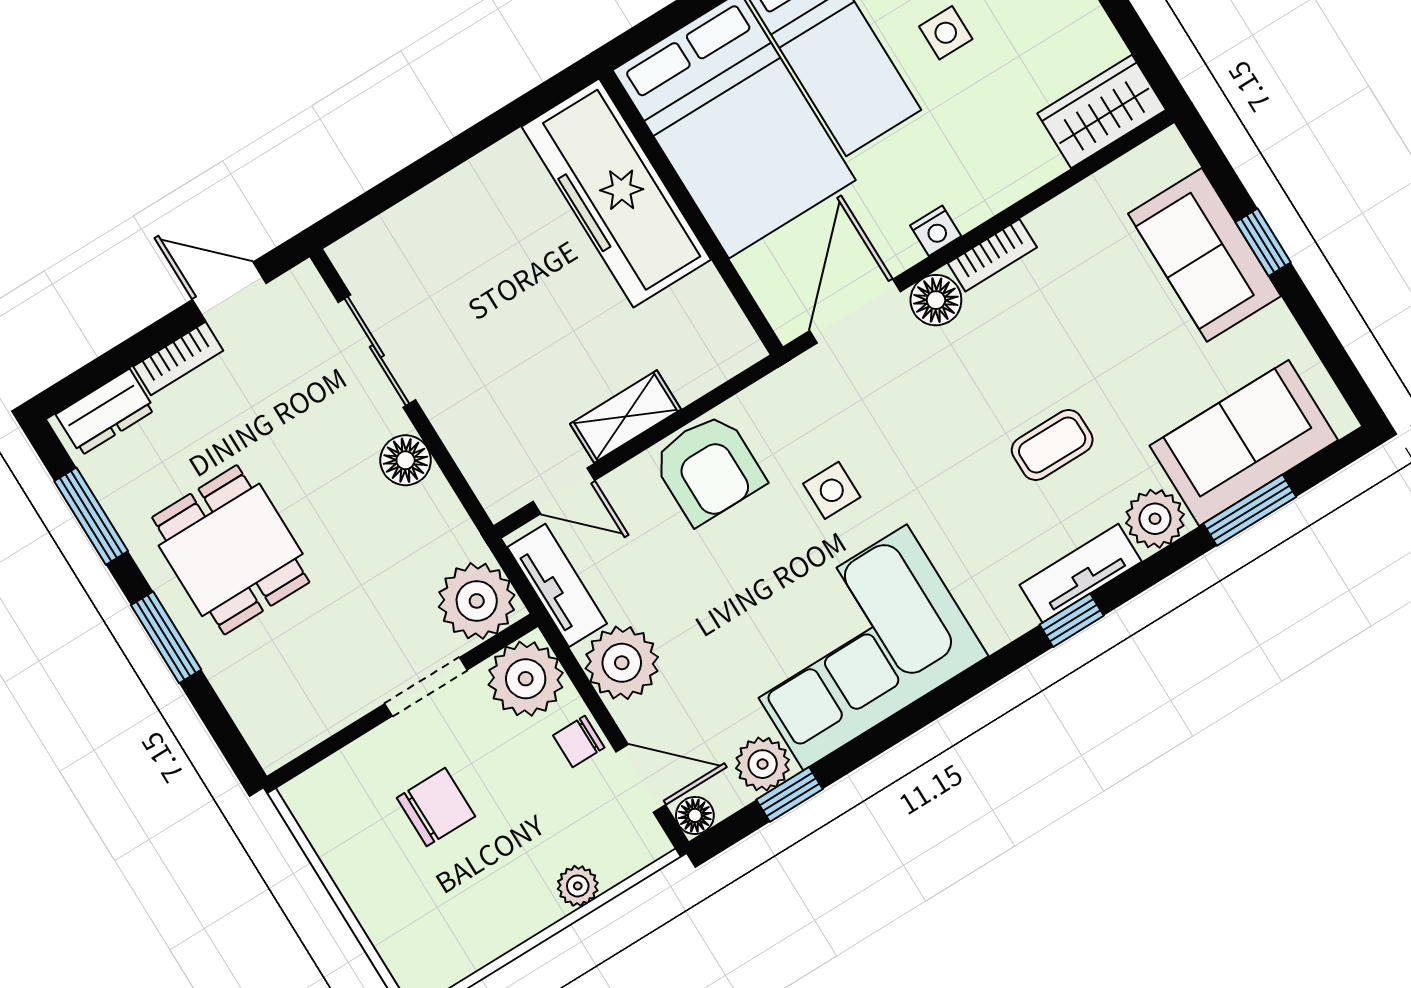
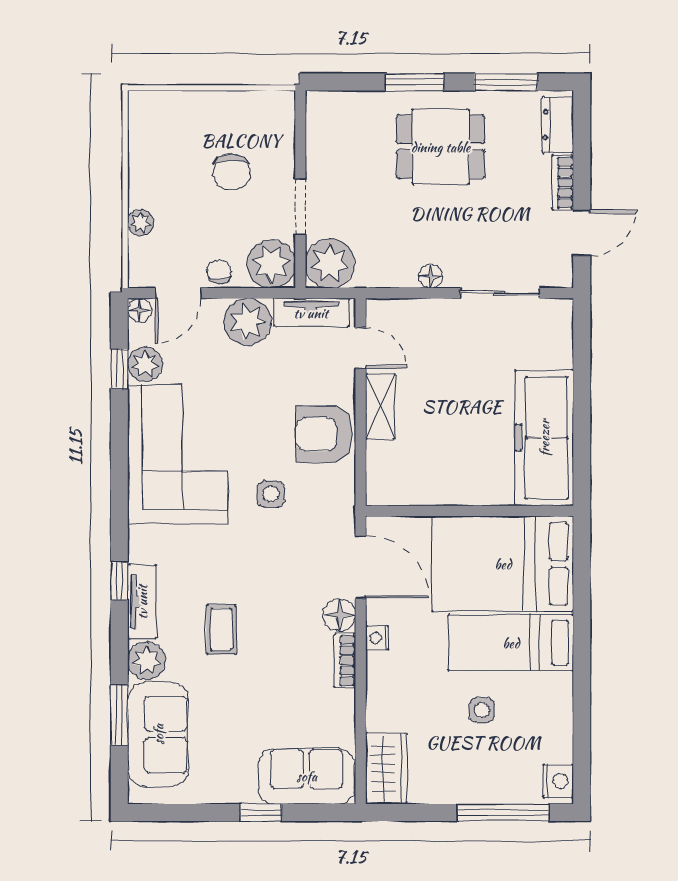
freezer: (616, 193) -> (544, 438), moved, turned -90
sofa: (1204, 255) -> (307, 776), moved
floor lamp: (406, 460) -> (431, 276), width x0.73, depth x0.73
door: (564, 491) -> (361, 348), swing flipped

